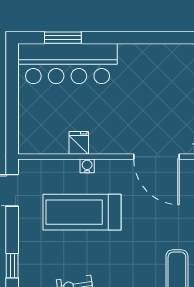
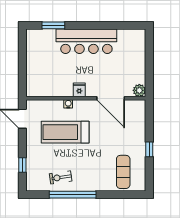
bar counter: (68, 64) -> (86, 41), moved
fridge: (79, 143) -> (79, 90), moved

